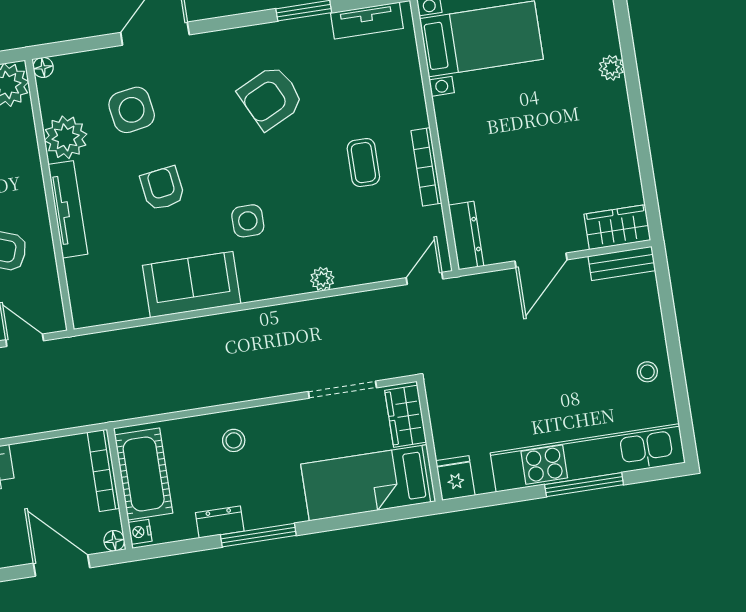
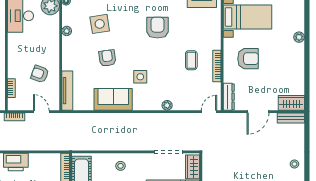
armchair: (271, 97) -> (157, 28), turned 116
plant: (66, 137) -> (67, 31), width x0.53, depth x0.53
armchair: (498, 138) -> (248, 59), added
tv unit: (68, 209) -> (67, 91), moved

